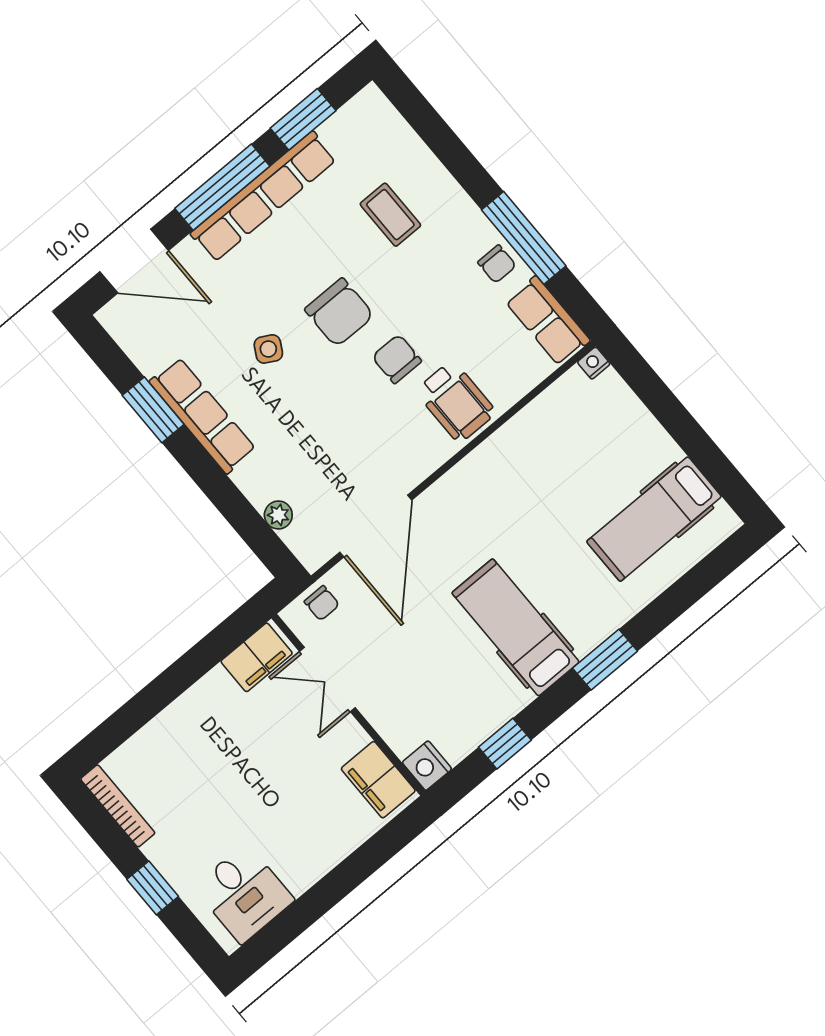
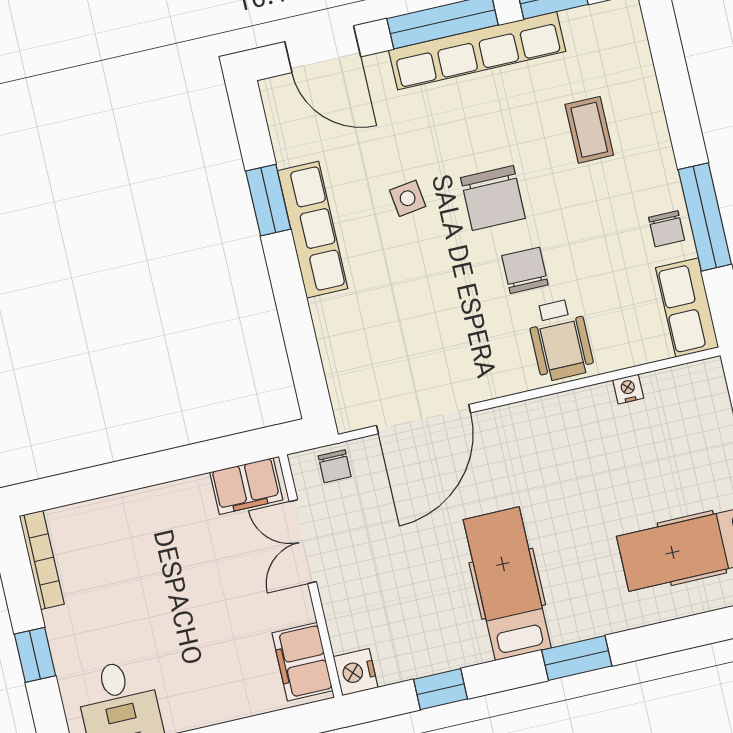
side table: (268, 349) -> (408, 198), turned -37
nightstand: (594, 363) -> (628, 389), moved
plant: (278, 515) -> (336, 361), removed

